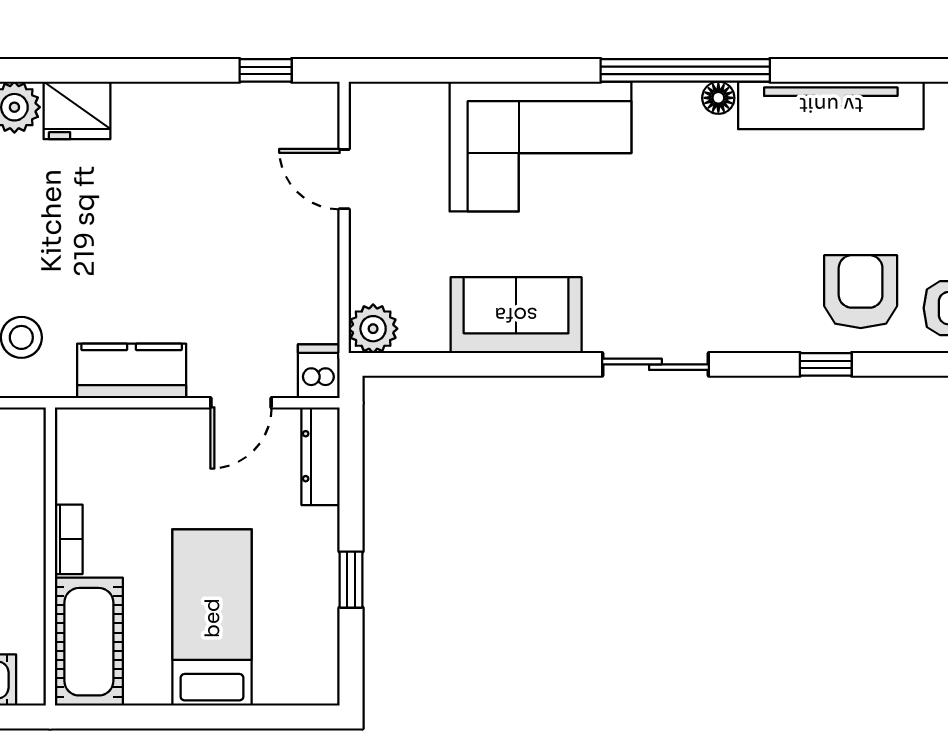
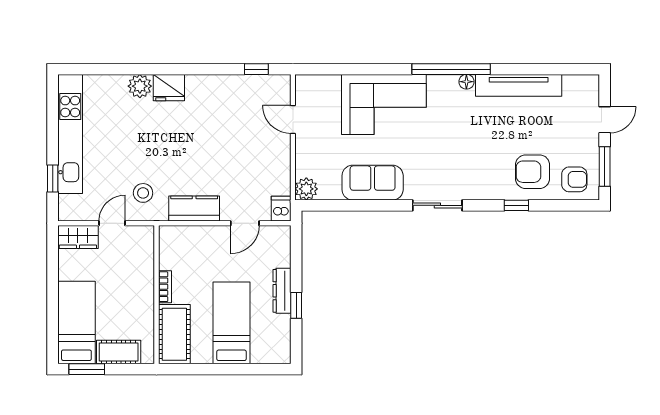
armchair: (861, 292) -> (533, 172), turned -90
dresser: (321, 456) -> (282, 291), moved

